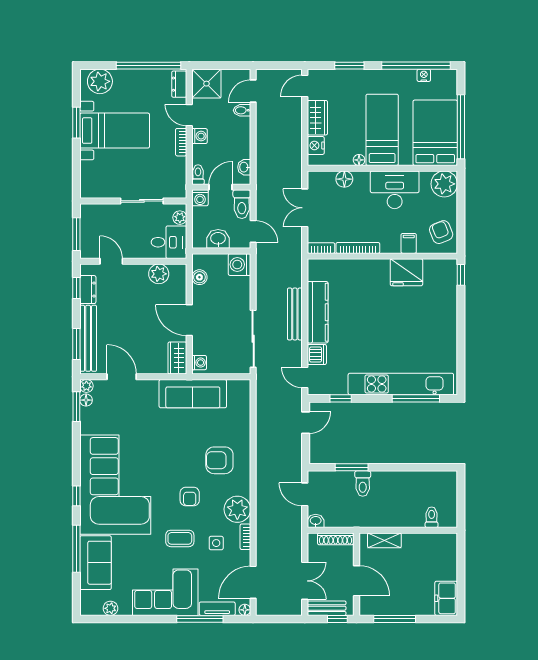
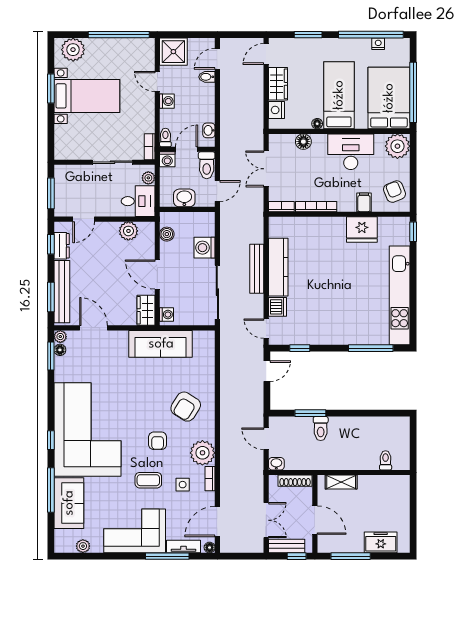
dresser: (179, 84) -> (148, 52), removed
bookcase: (181, 142) -> (150, 147), moved
door: (253, 231) -> (217, 191), hinge flipped
door: (111, 261) -> (84, 219), swing flipped
washing machine: (239, 265) -> (205, 248), moved
kitchen unit: (401, 384) -> (400, 295), moved, turned -90
armchair: (219, 460) -> (186, 407), turned -58
freezer: (446, 598) -> (381, 542), moved, turned 90

